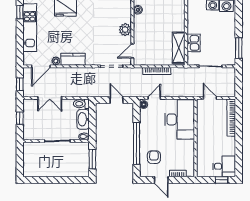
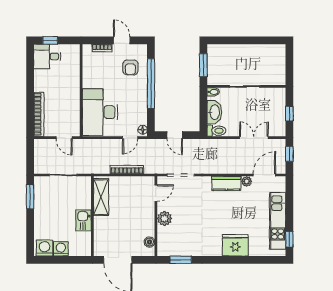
kitchen sink: (194, 43) -> (83, 220), moved

